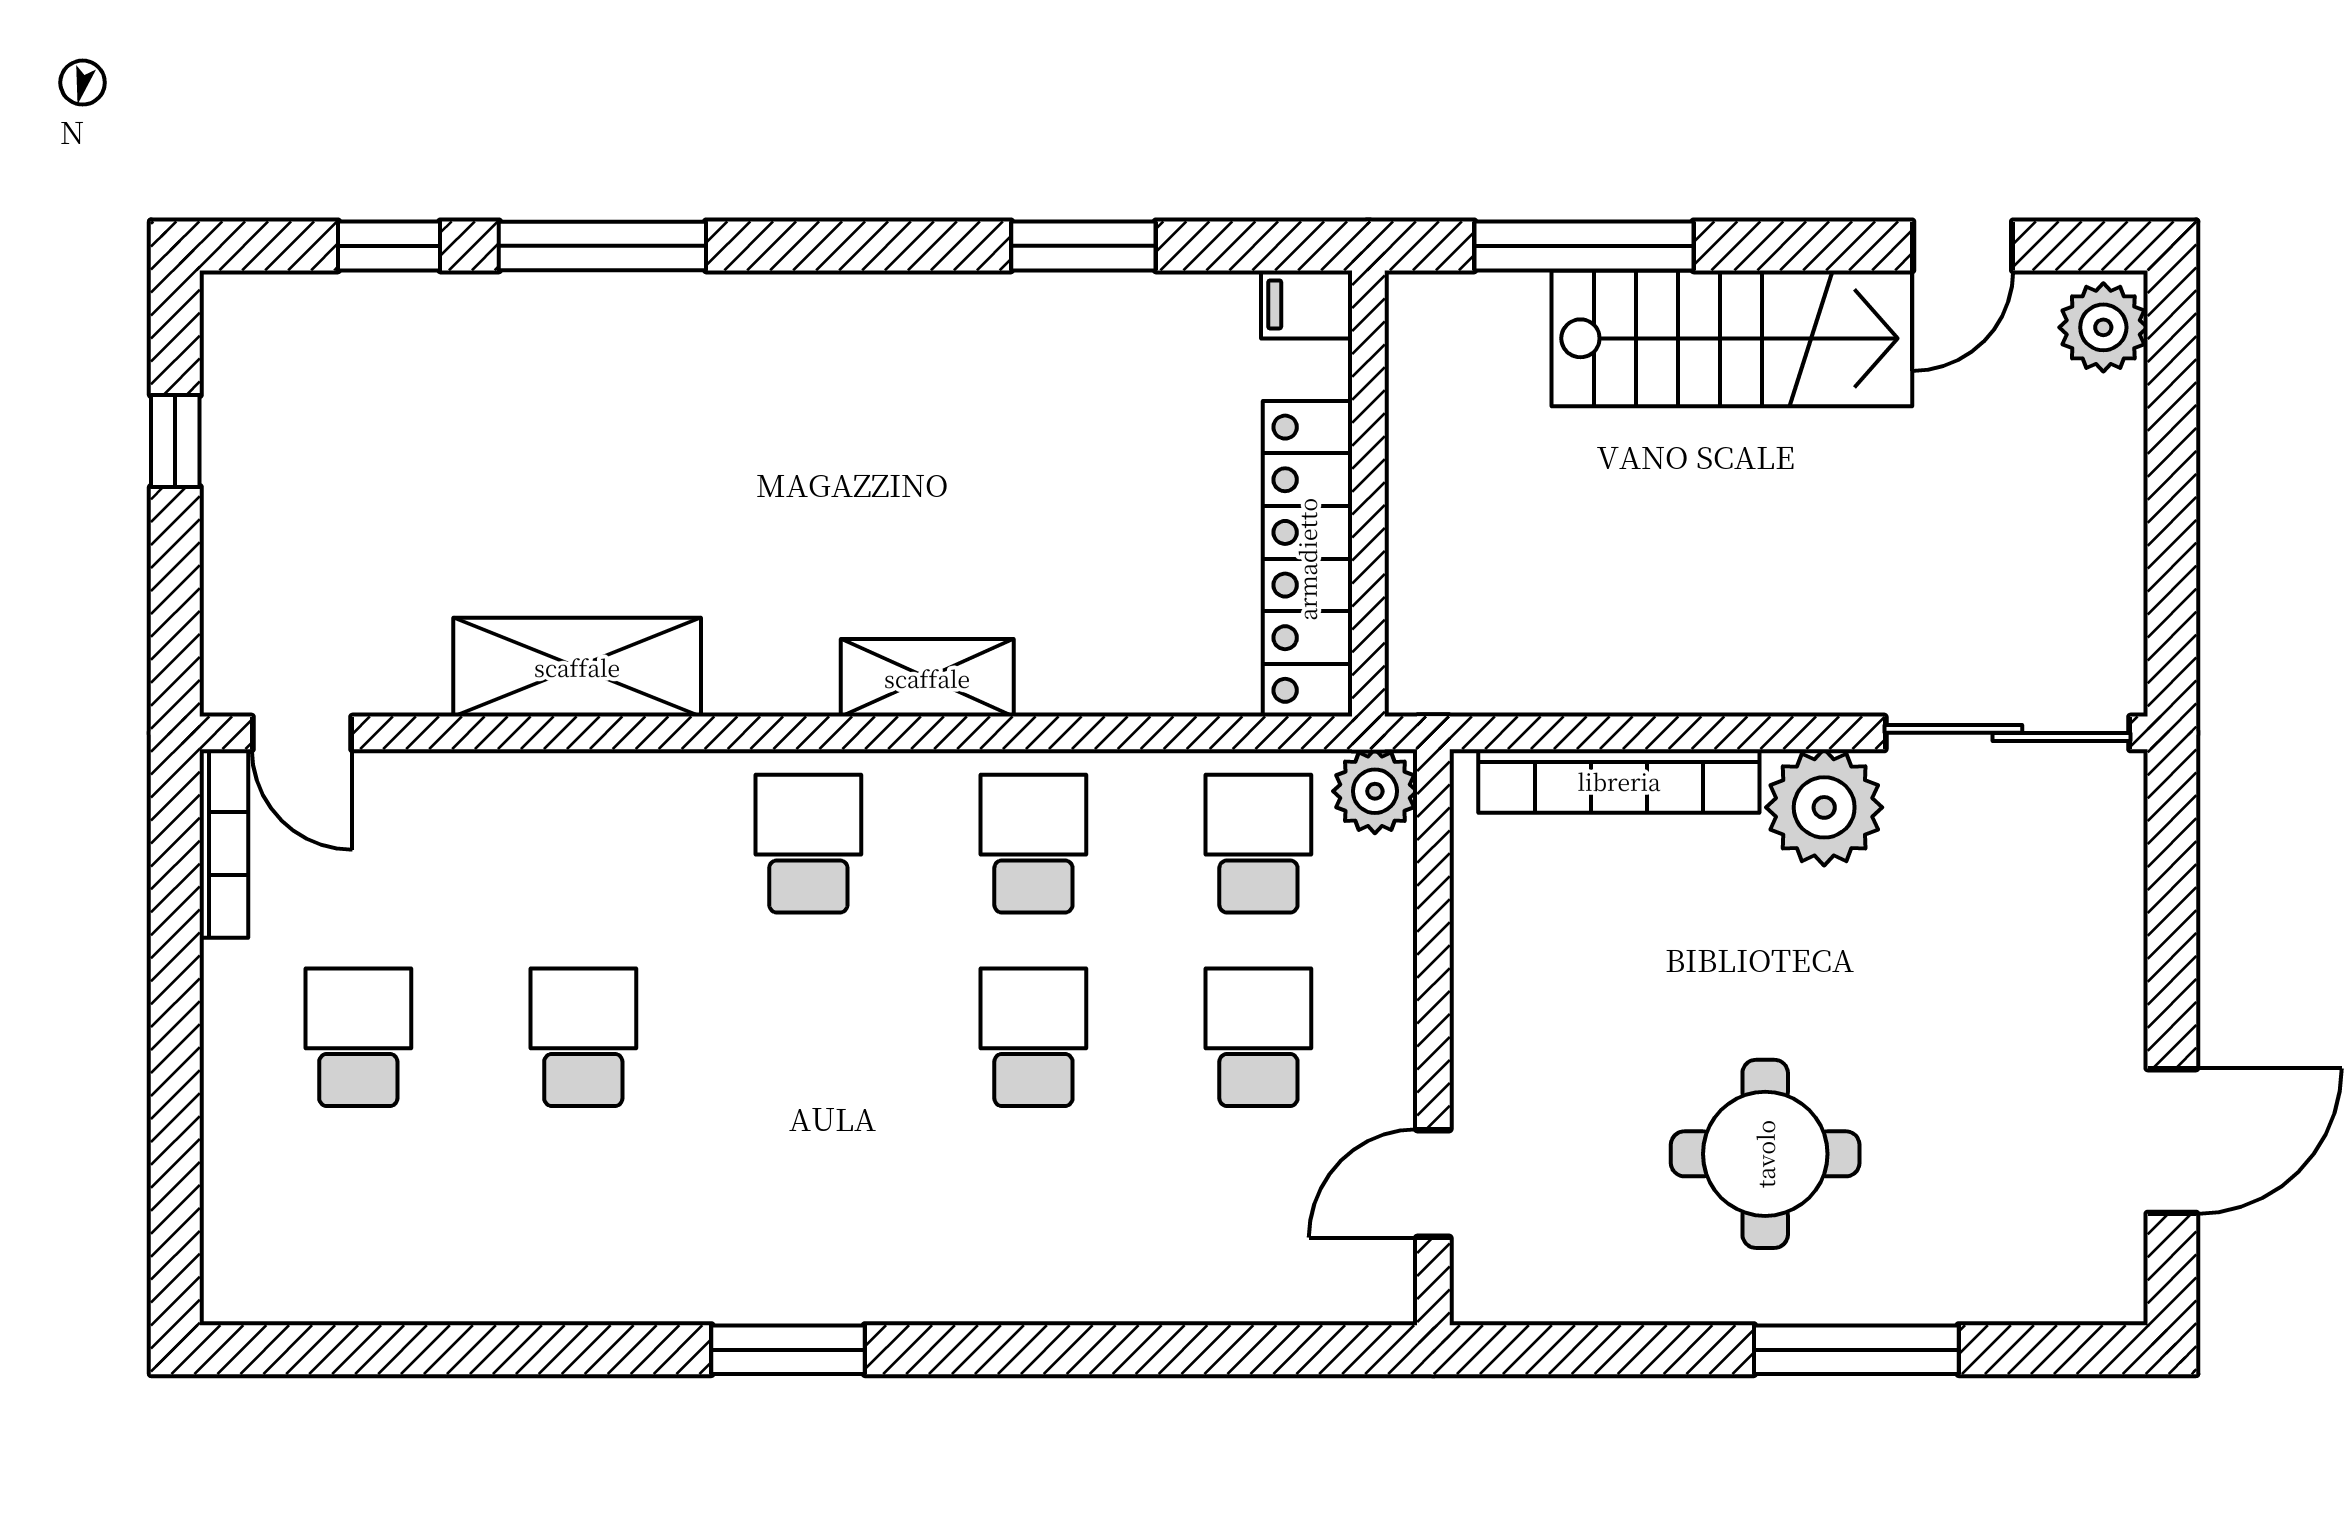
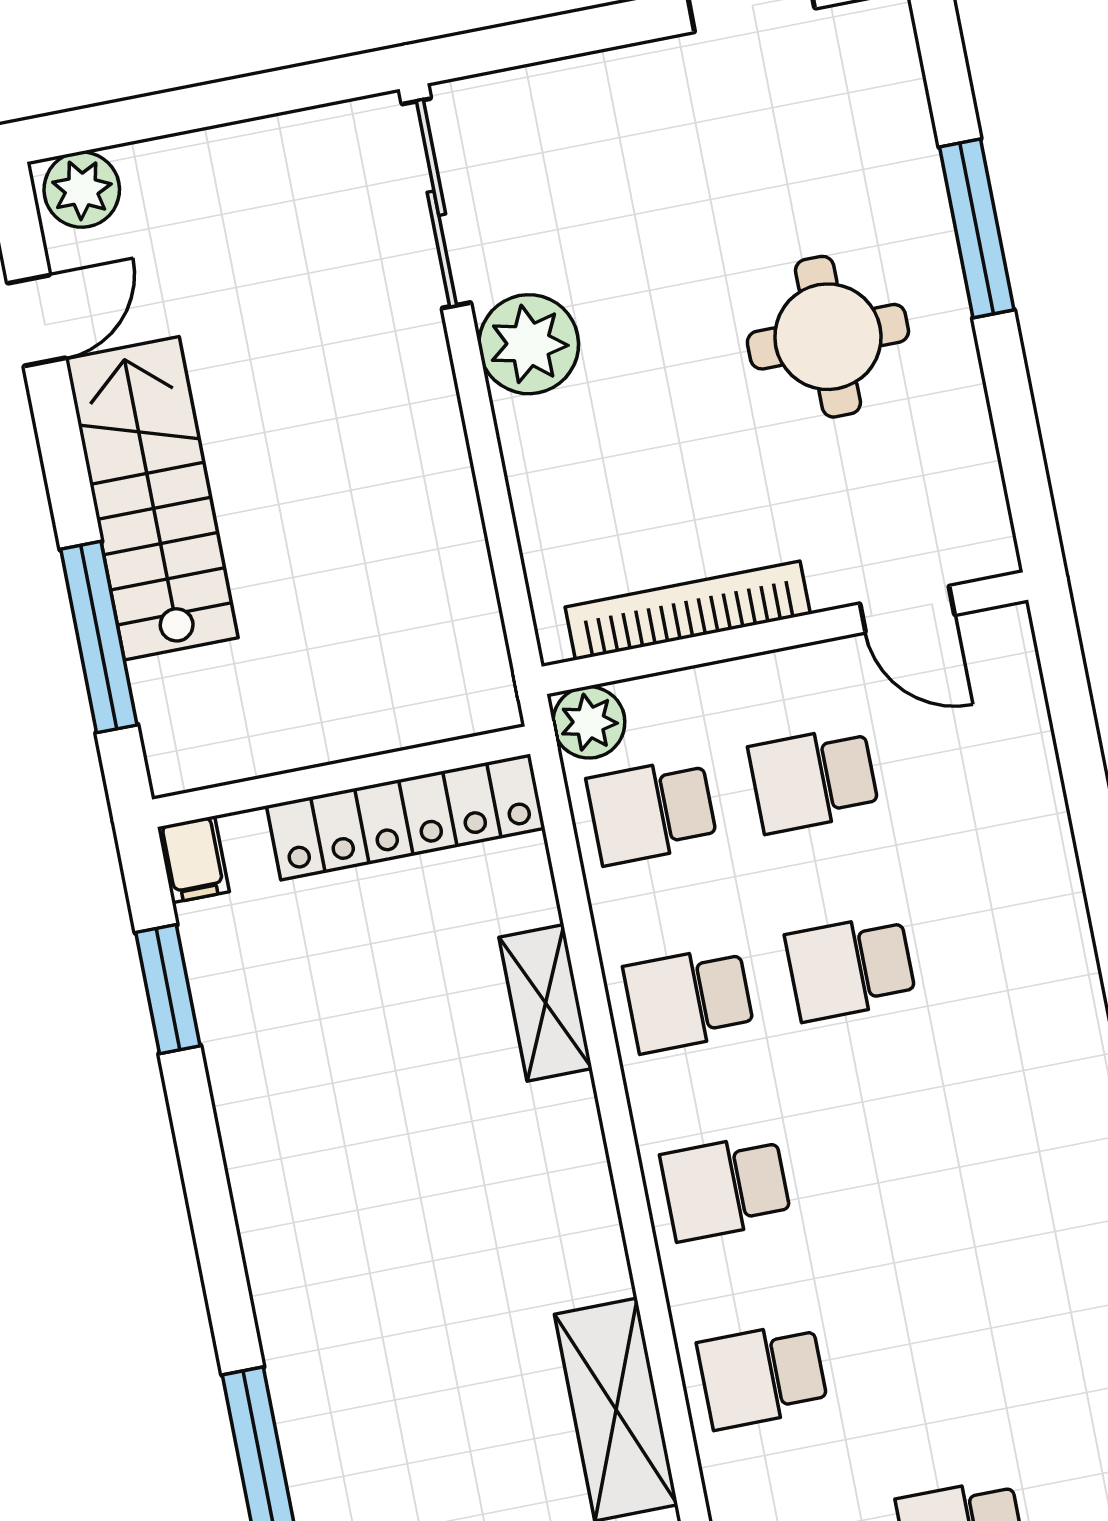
window: (1083, 246) -> (168, 989), moved
door: (1963, 246) -> (37, 321), hinge flipped
shelving: (927, 678) -> (545, 1003), moved
bookcase: (1619, 781) -> (688, 611), moved, turned -90
school desk: (583, 1037) -> (763, 1375), moved

